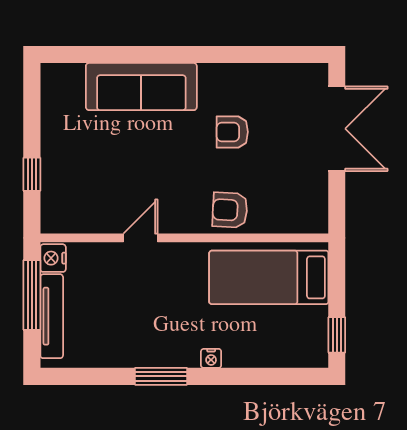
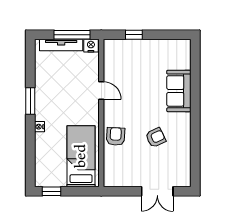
sofa: (141, 87) -> (179, 91), width x0.73
double door: (337, 129) -> (157, 191), width x0.73
armchair: (232, 132) -> (156, 138), turned 65

